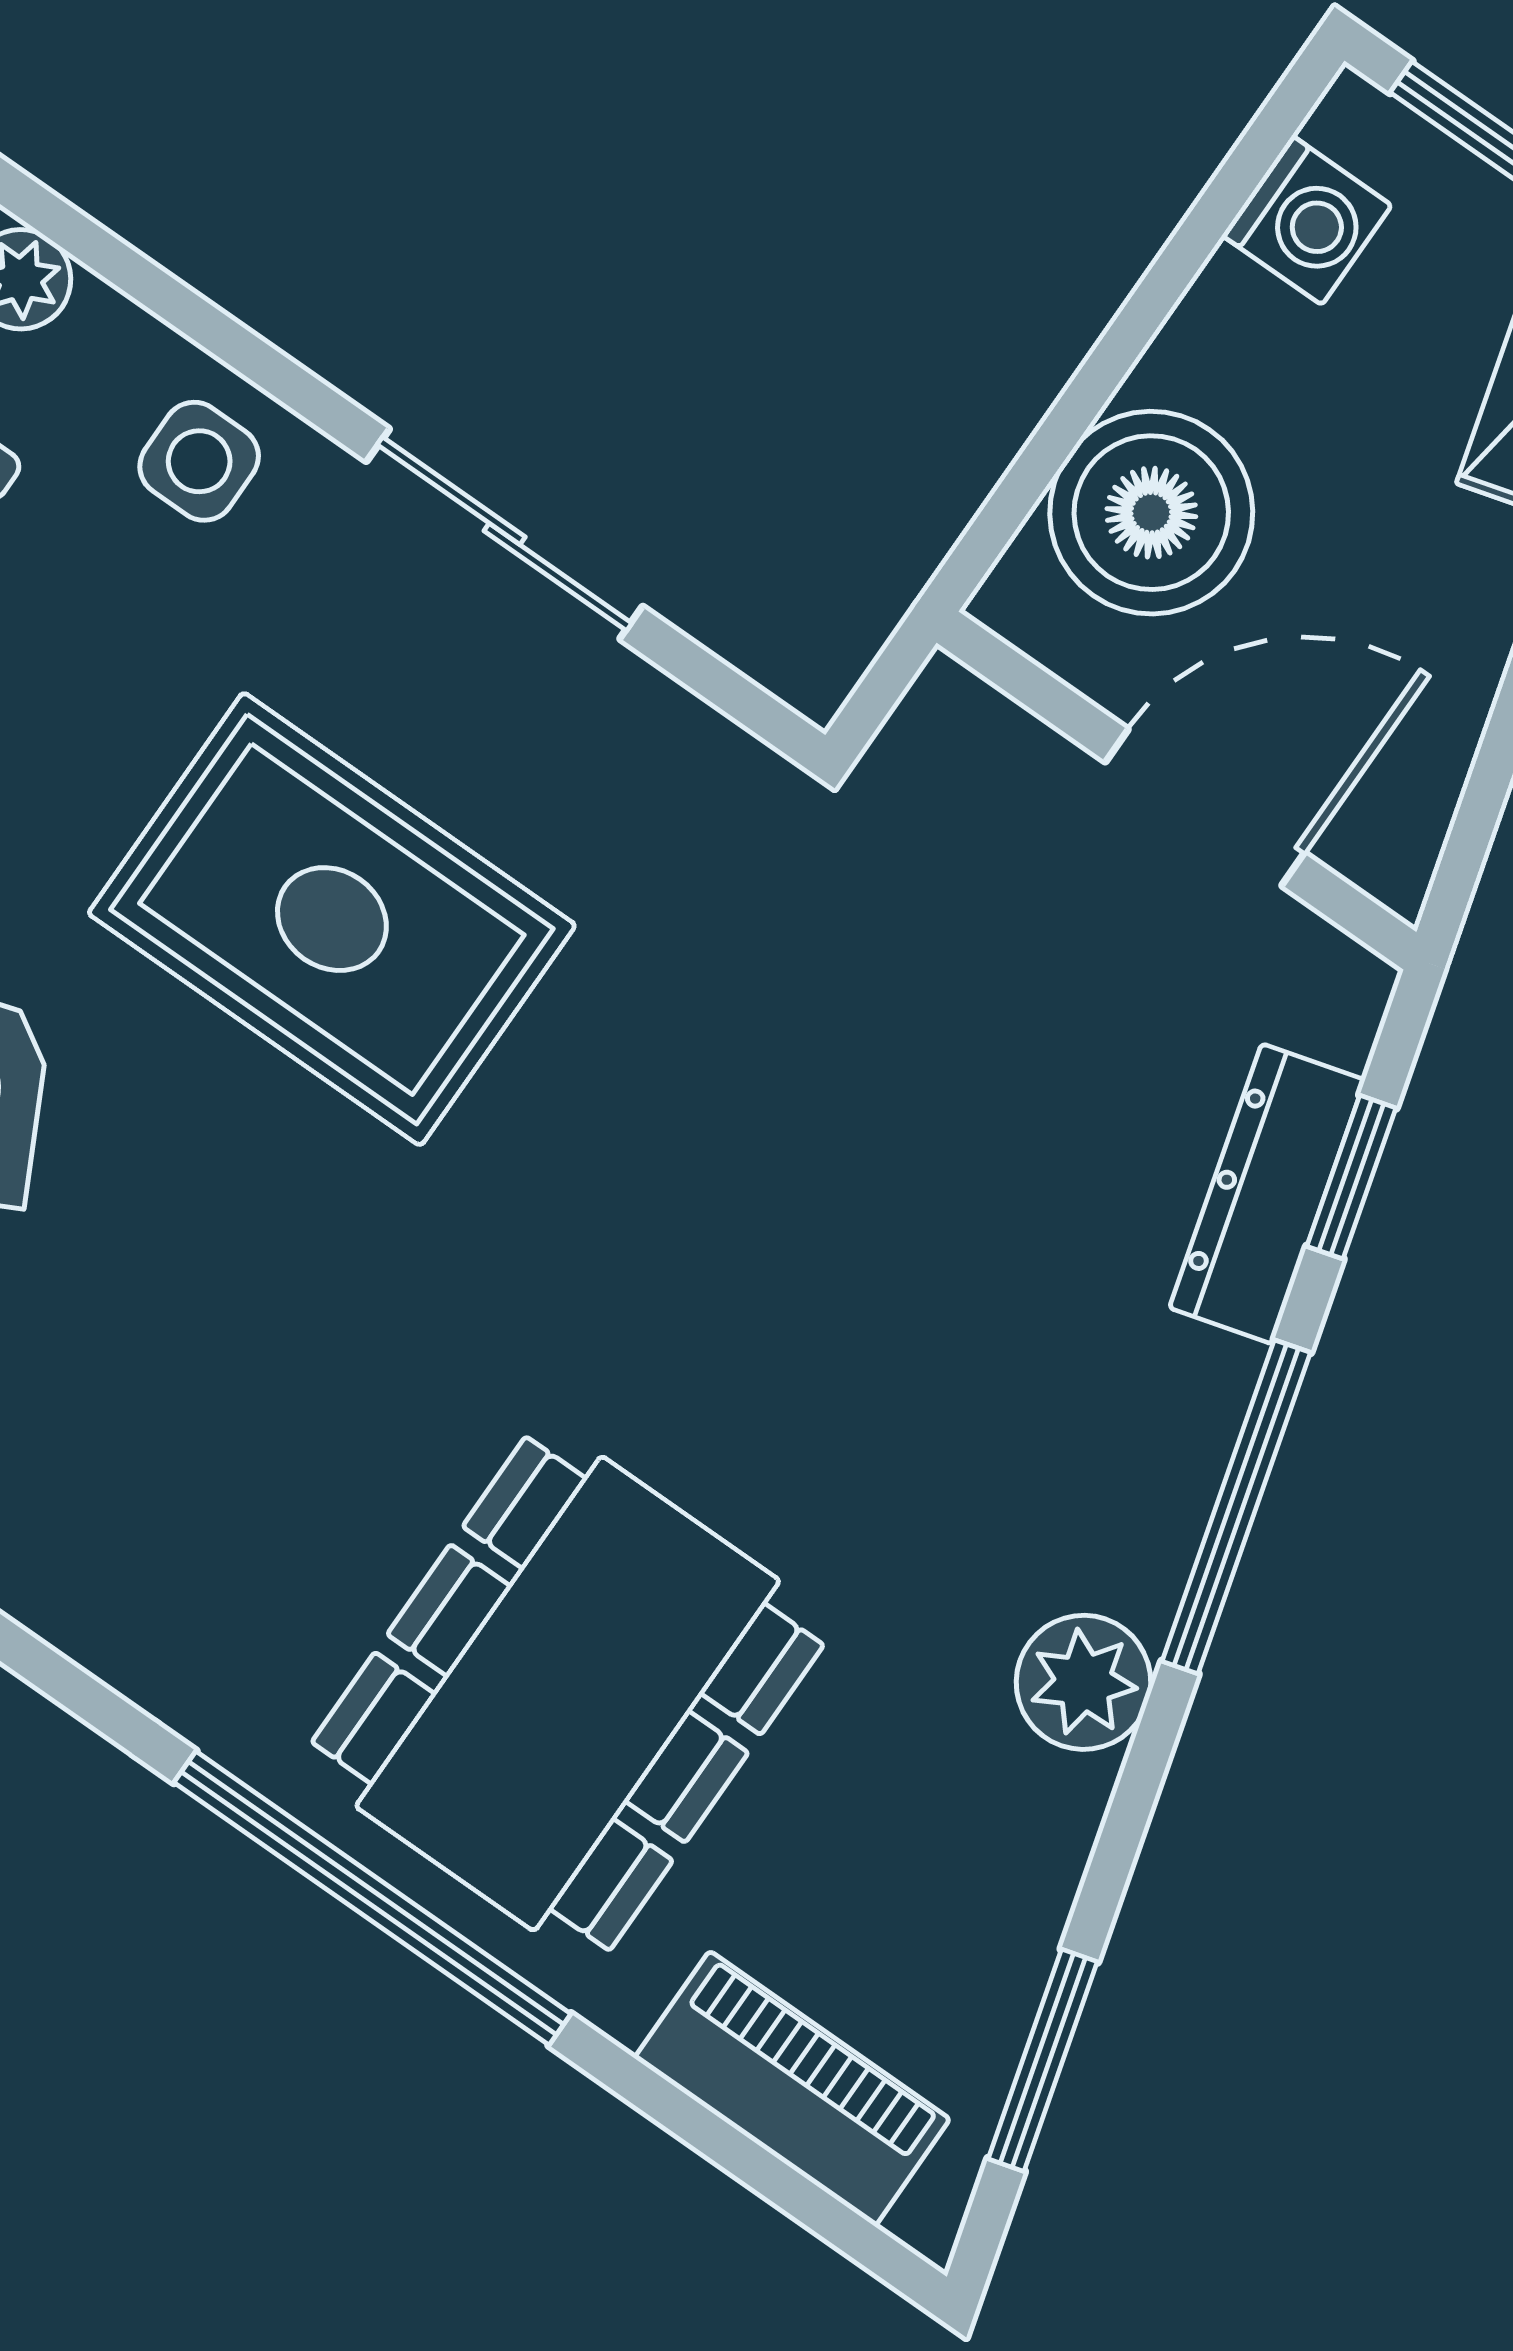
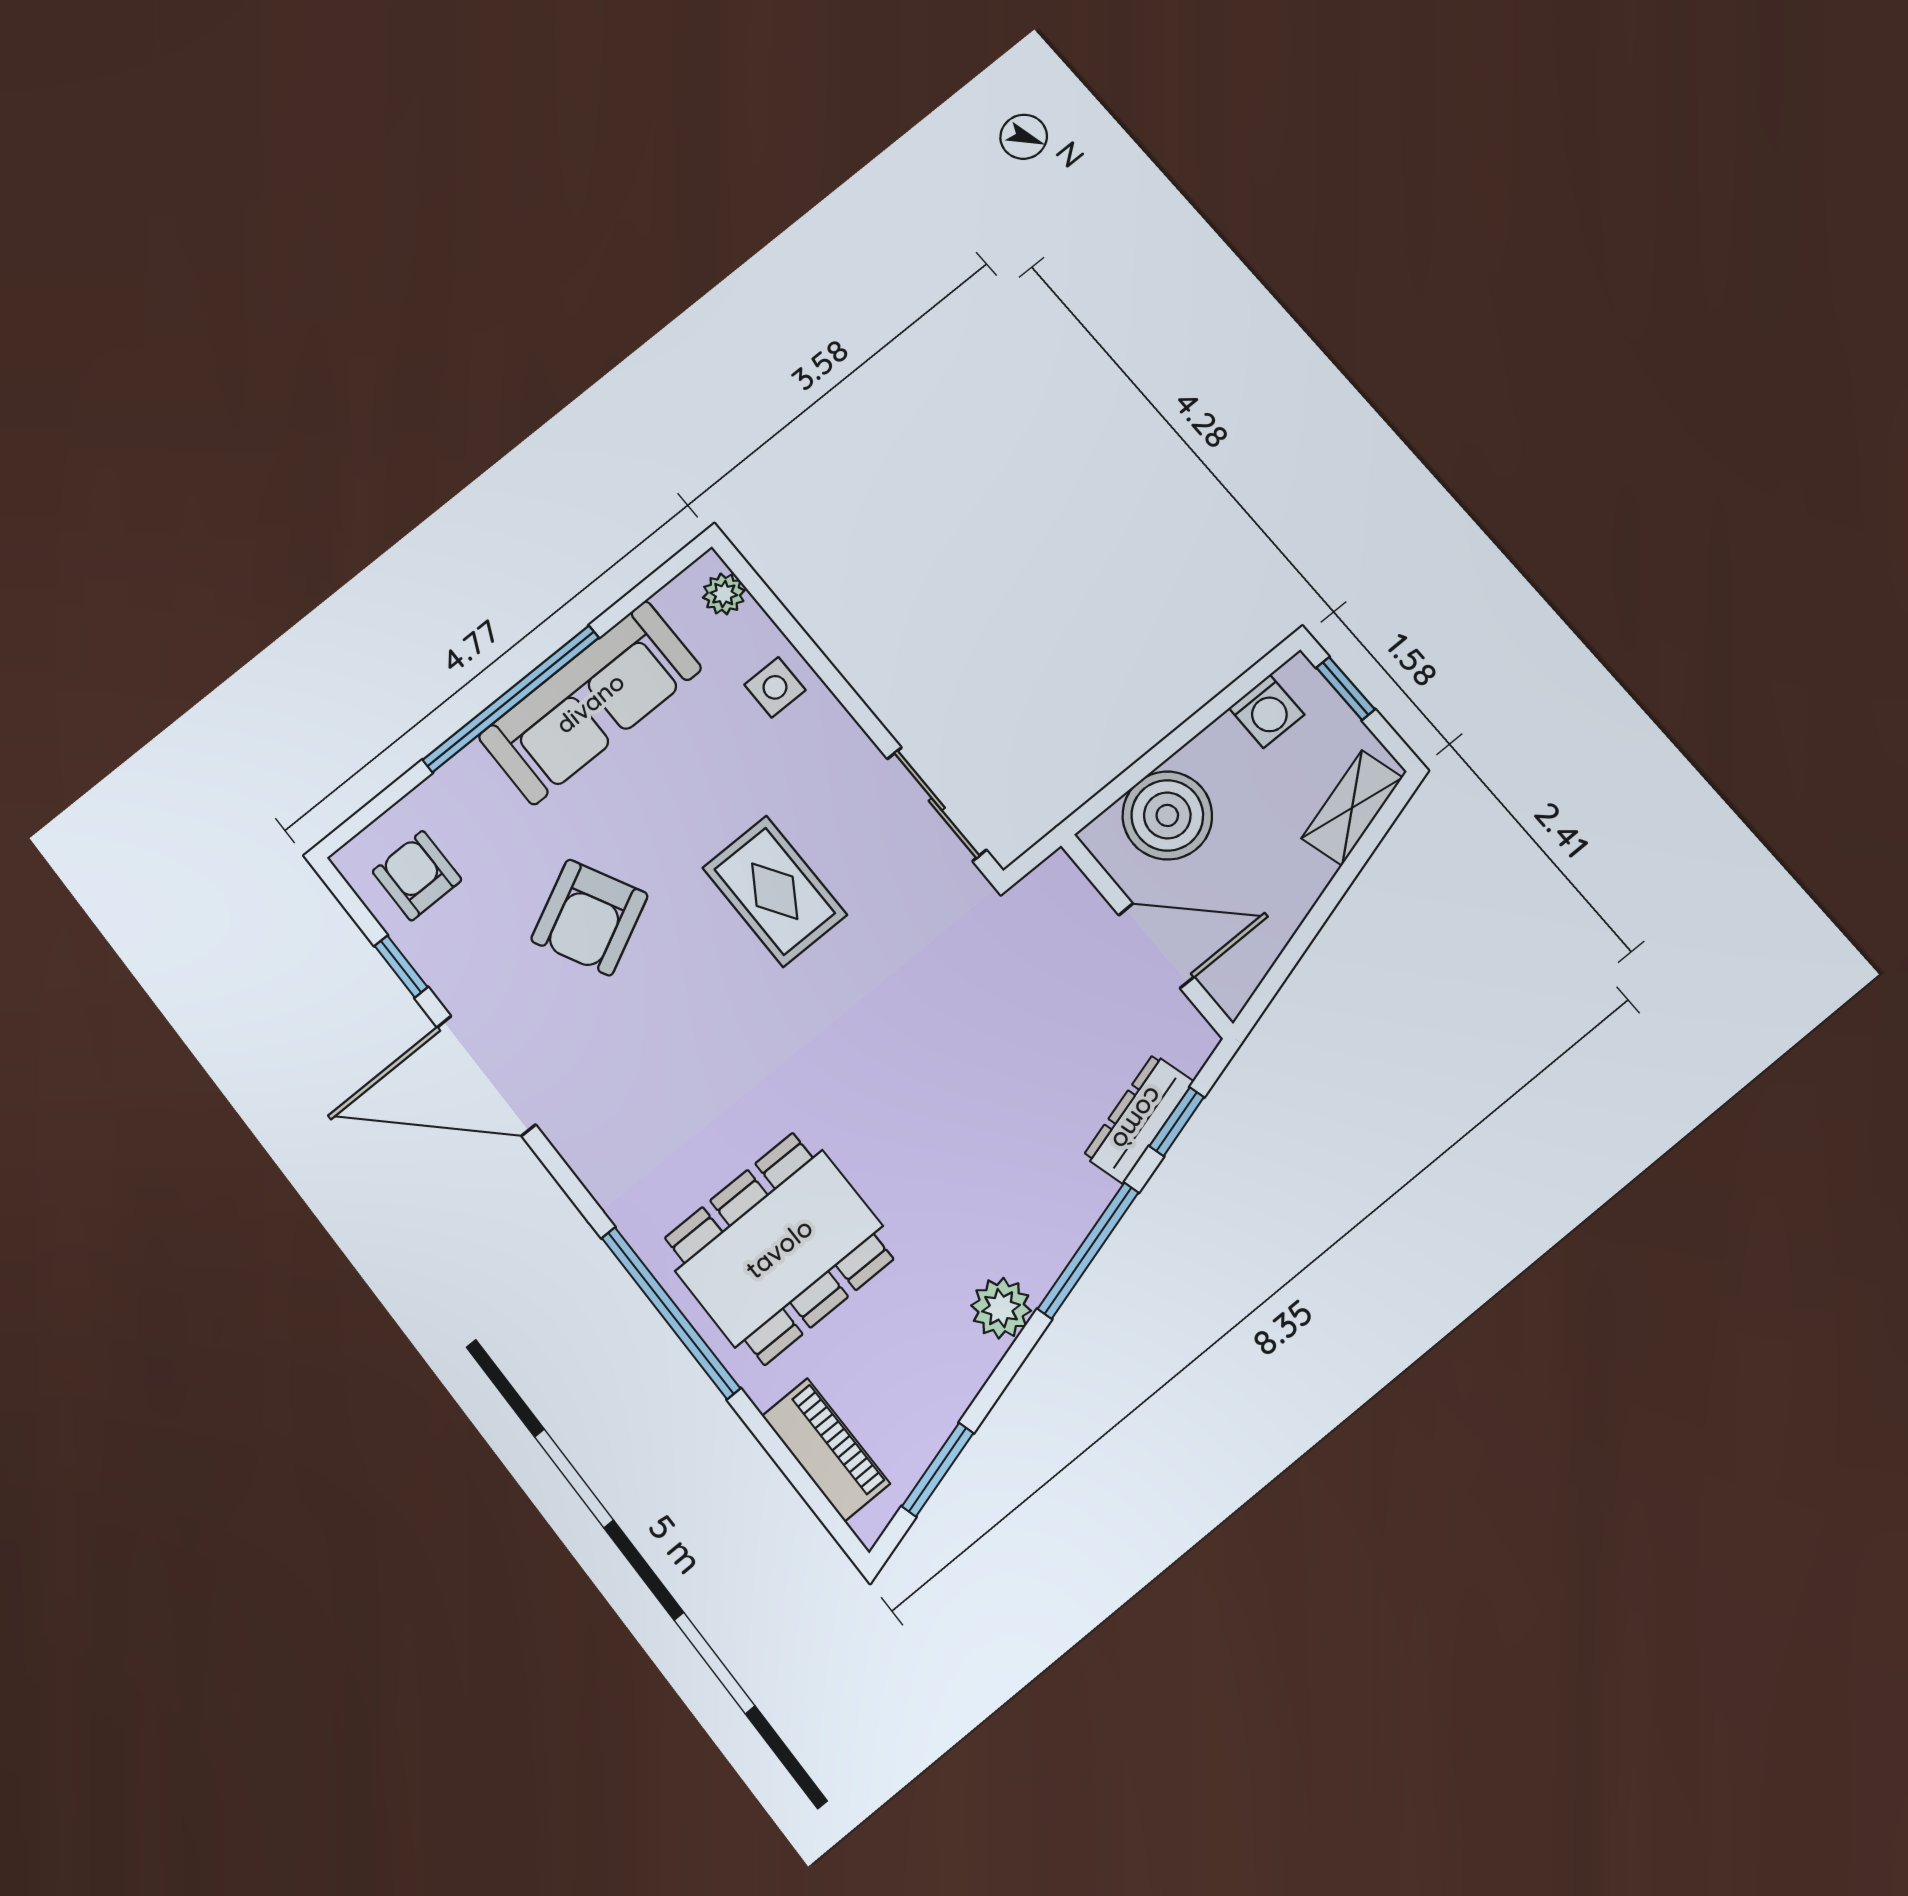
sliding door: (505, 534) -> (937, 804), moved
rug: (332, 919) -> (775, 891), width x0.73, depth x0.70

